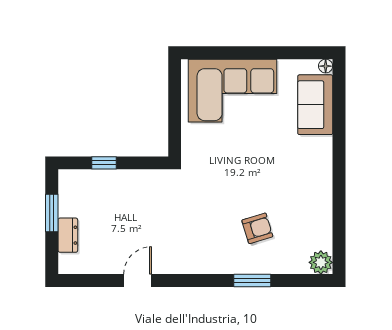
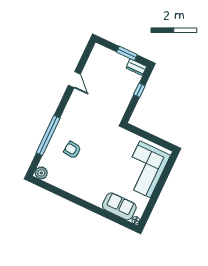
armchair: (257, 228) -> (72, 150), turned 113
dresser: (68, 235) -> (136, 67), moved
window: (252, 281) -> (48, 135), width x2.11

